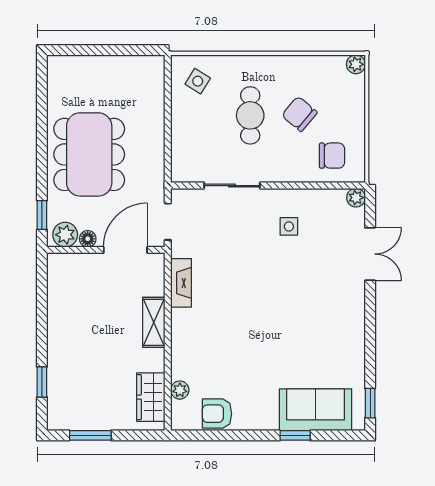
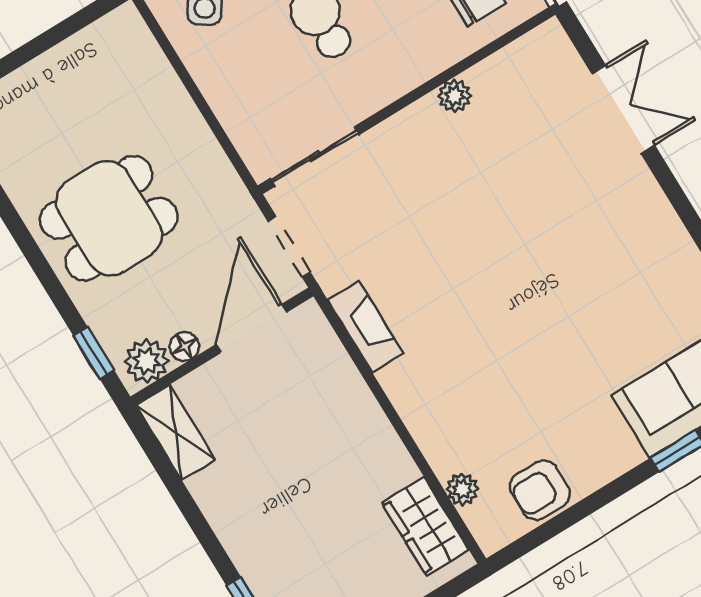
dining table: (89, 154) -> (109, 218), width x0.73
sliding door: (232, 186) -> (315, 156), moved
plant: (356, 198) -> (455, 96), moved
side table: (289, 226) -> (476, 143), removed
shelving: (154, 322) -> (176, 432), moved

